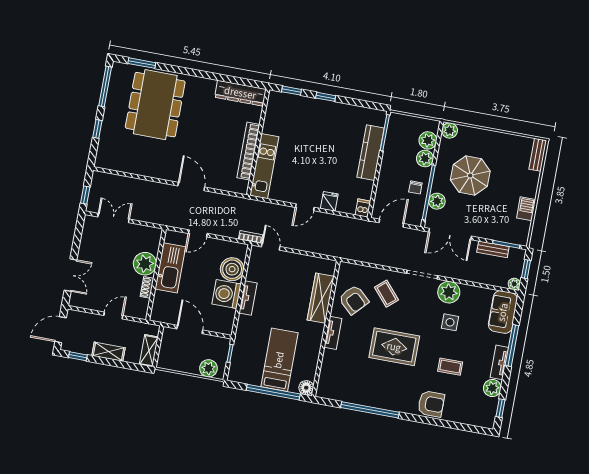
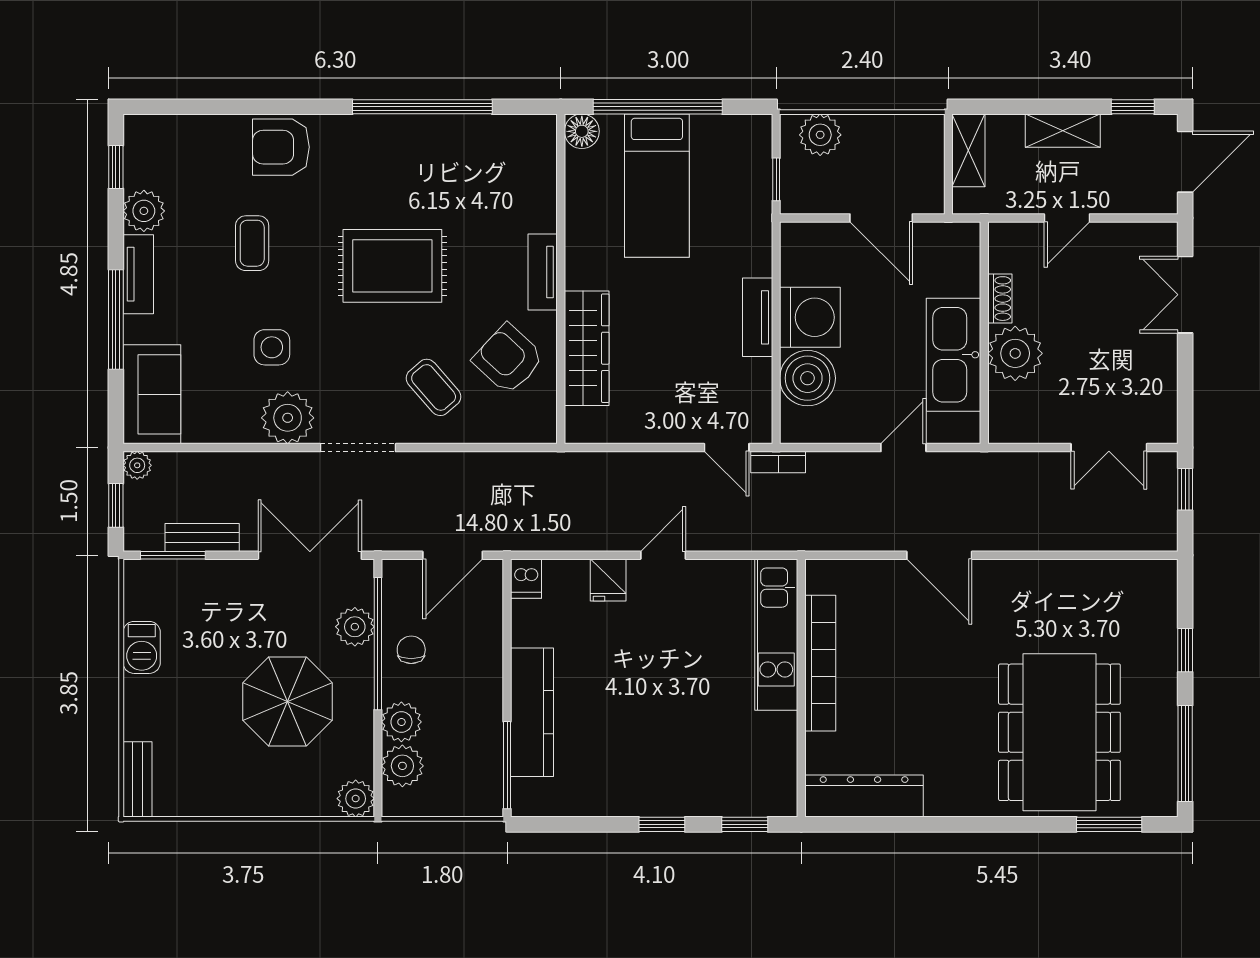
coffee table: (450, 367) -> (252, 243), turned 90

